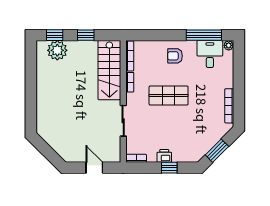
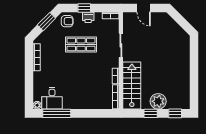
plant: (57, 50) -> (158, 101), moved
armchair: (175, 56) -> (67, 21), moved
shop shelf: (169, 96) -> (81, 45), moved

